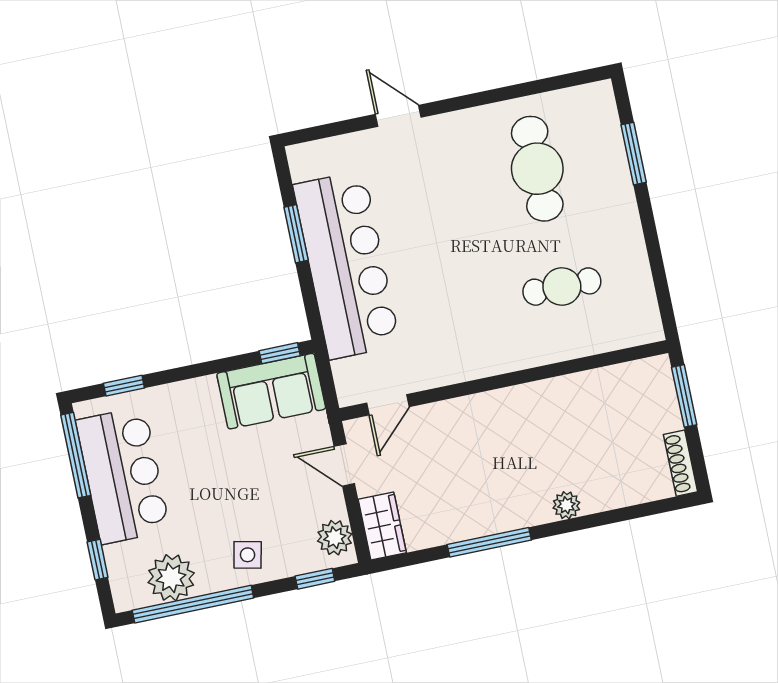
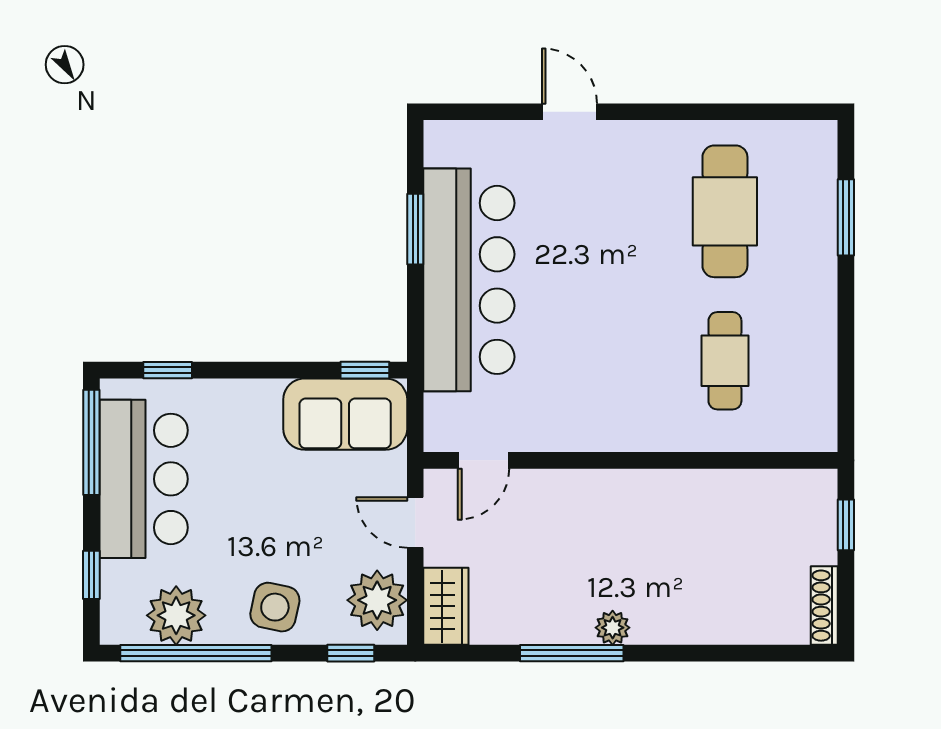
cafe table: (562, 287) -> (725, 361), turned 90
window: (684, 396) -> (846, 525), width x0.67
plant: (566, 505) -> (613, 628), moved
plant: (335, 538) -> (377, 600), width x1.36, depth x1.36
side table: (248, 555) -> (275, 607), width x1.37, depth x1.37

